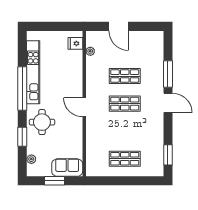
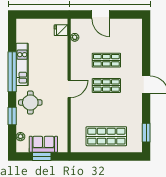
kitchen unit: (33, 72) -> (22, 64), width x0.73
window: (168, 74) -> (146, 58), removed
door: (84, 107) -> (69, 89), swing flipped
shop shelf: (125, 159) -> (106, 136), width x1.43, depth x1.36
sofa: (67, 168) -> (43, 144), moved

